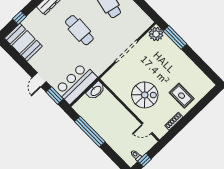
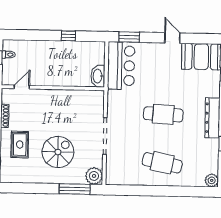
door: (39, 80) -> (172, 38), moved
spiral stairs: (145, 95) -> (58, 152), moved, turned 180
rug: (182, 96) -> (20, 144), turned 90
window: (90, 132) -> (68, 36), width x0.32

